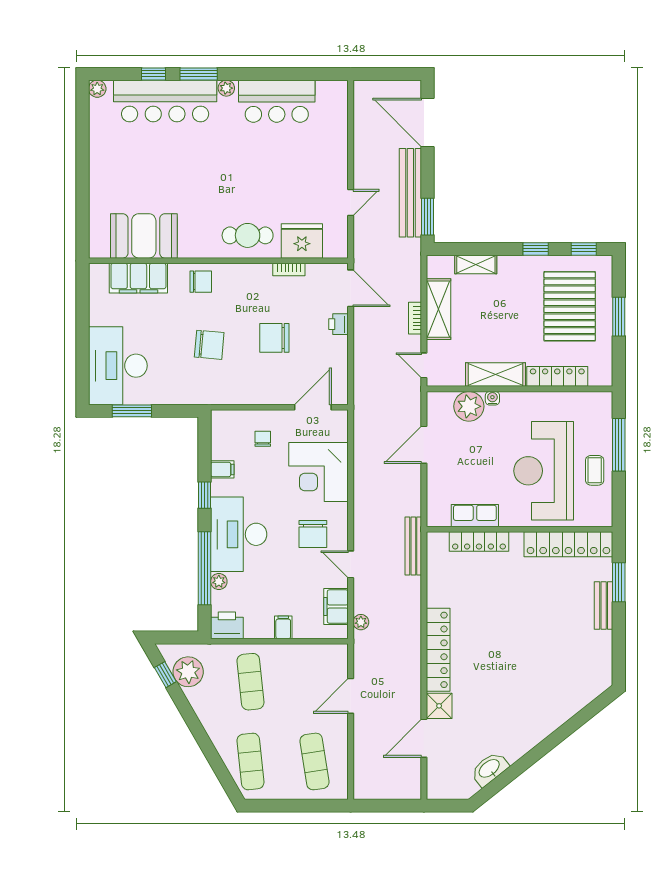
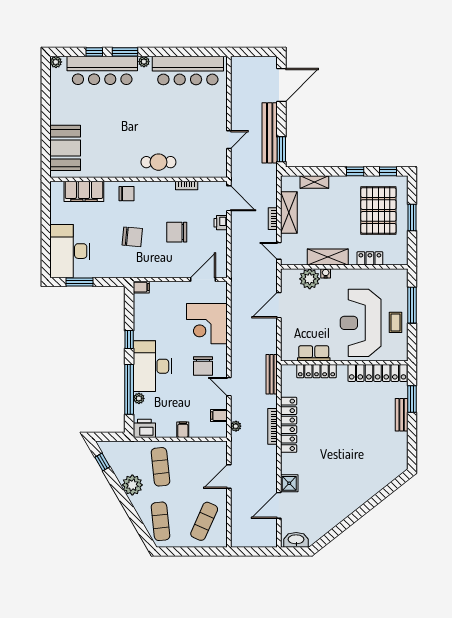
bar counter: (277, 101) -> (188, 70), width x1.36
door: (428, 122) -> (281, 85), swing flipped
booth: (144, 236) -> (65, 148), moved, turned 90
fridge: (302, 241) -> (196, 166), removed
locker: (557, 376) -> (370, 258), width x0.66
chair: (263, 439) -> (169, 301), removed
filing cabinet: (222, 469) -> (141, 287), moved
filing cabinet: (336, 607) -> (219, 415), width x0.50
bookcase: (415, 623) -> (273, 426), added
locker: (438, 650) -> (289, 425), moved
plant: (188, 672) -> (132, 485), moved
exercise mat: (314, 761) -> (204, 521), turned 33
washbasin: (490, 769) -> (296, 540), moved, turned 38

